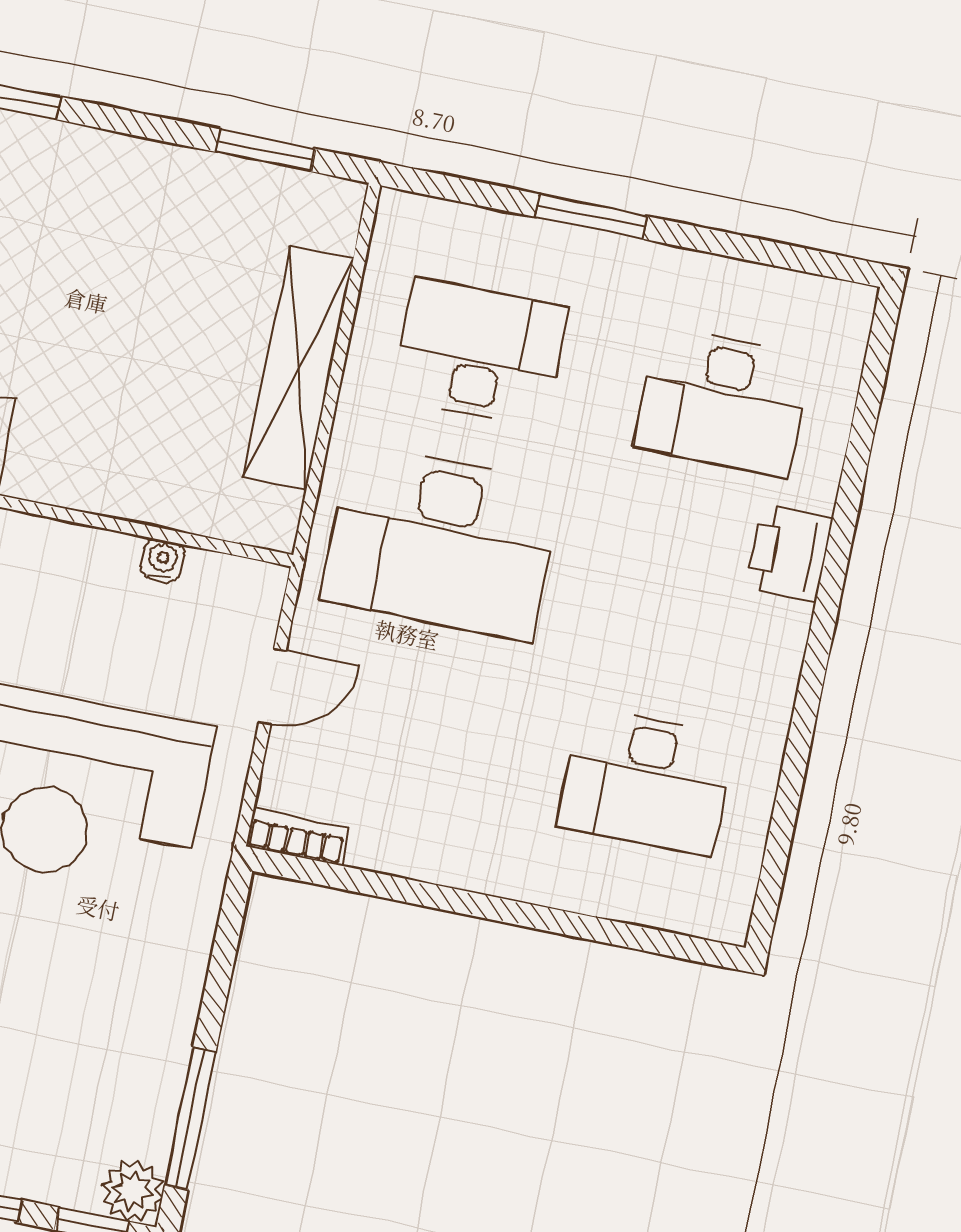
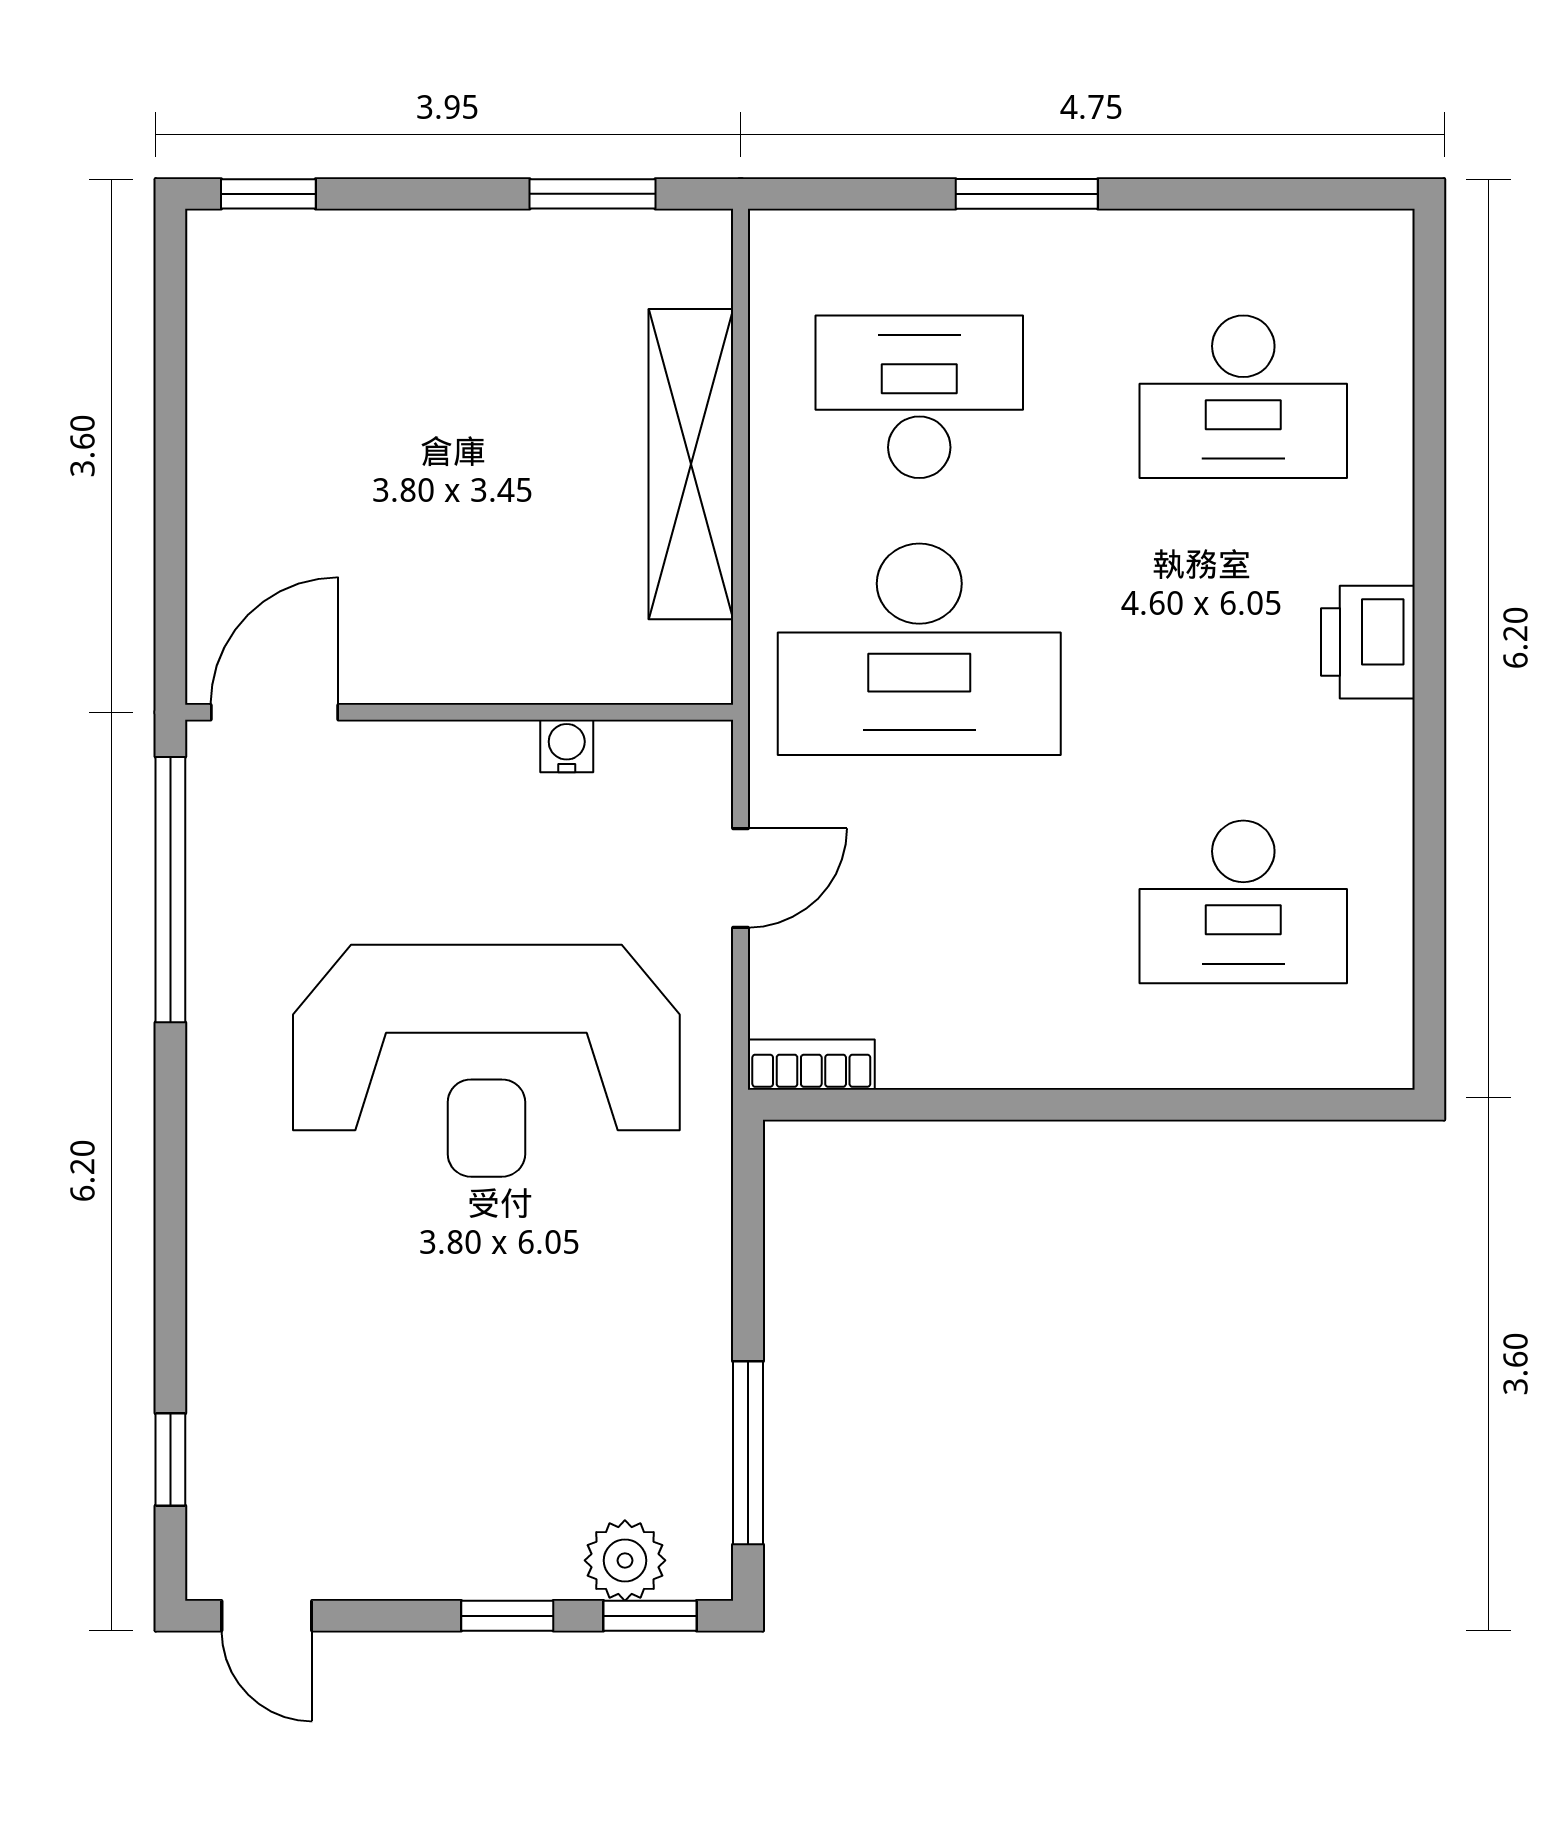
printer: (790, 553) -> (1368, 642), moved
plant: (132, 1191) -> (625, 1560), moved

